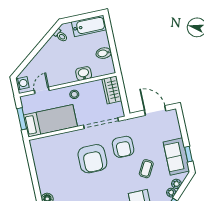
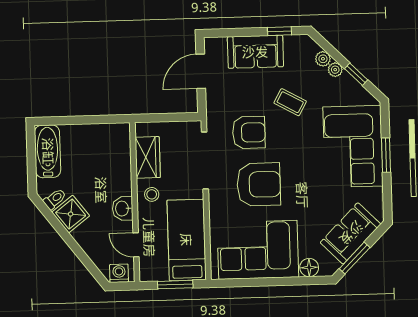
shower: (53, 47) -> (71, 214), added
bidet: (104, 53) -> (95, 136), removed
washbasin: (84, 74) -> (123, 209), moved
wardrobe: (112, 90) -> (148, 157), moved, turned -90
sofa: (176, 156) -> (255, 52), moved
corner sofa: (52, 165) -> (258, 250), added

